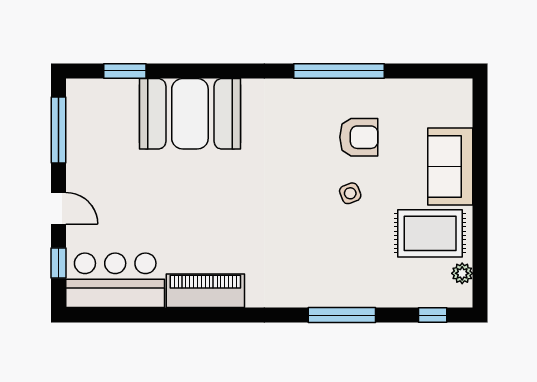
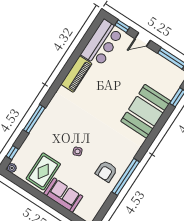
armchair: (359, 137) -> (106, 171), moved
plant: (462, 273) -> (12, 168), moved

